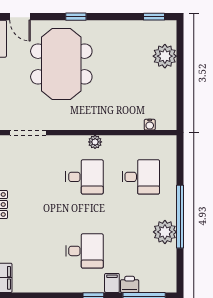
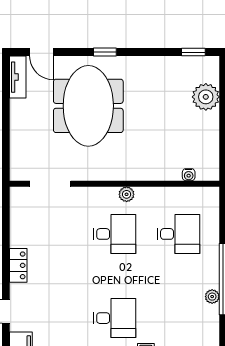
plant: (165, 232) -> (212, 297), width x0.53, depth x0.53

